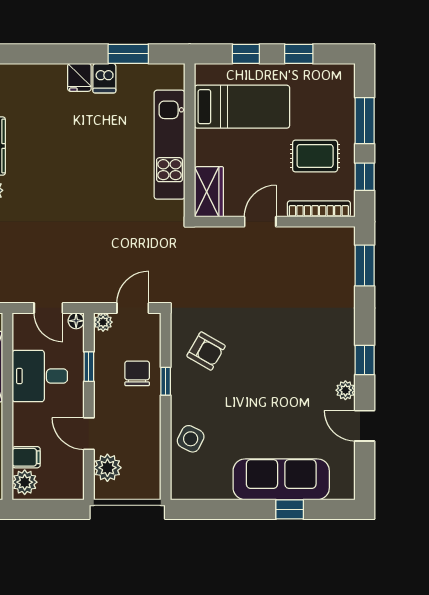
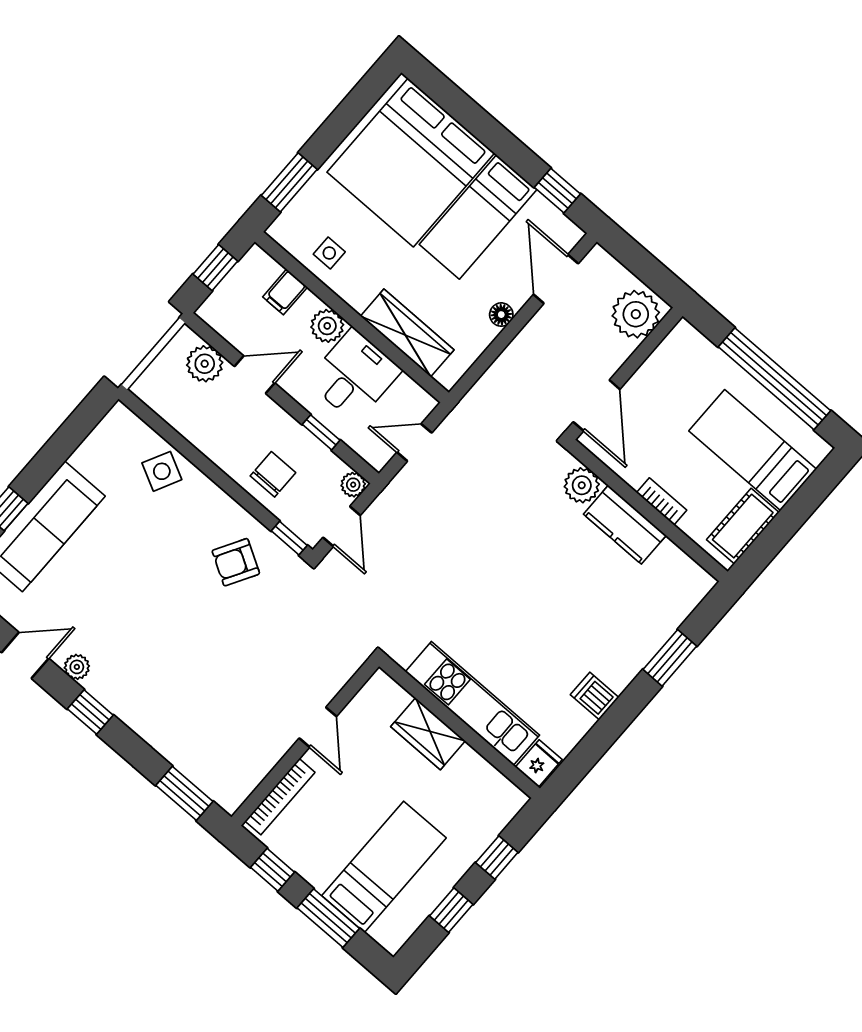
window: (128, 54) -> (670, 658), moved
fridge: (79, 77) -> (539, 763), moved, turned 90
bed: (242, 107) -> (384, 867), moved, turned 180
rug: (315, 156) -> (336, 838), removed
wardrobe: (209, 192) -> (428, 734), moved
floor lamp: (76, 321) -> (378, 459), removed
chair: (137, 373) -> (273, 474), turned -90
window: (166, 381) -> (289, 538), moved
plant: (25, 482) -> (327, 326), moved
window: (47, 509) -> (215, 268), added

